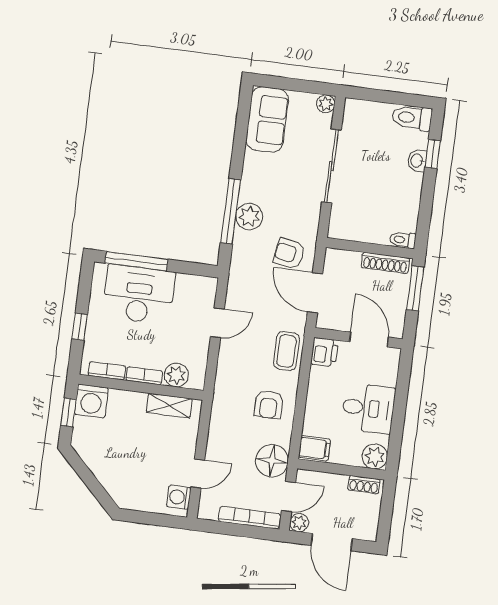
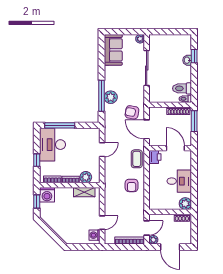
toilet: (412, 118) -> (182, 88), moved
desk: (139, 294) -> (52, 145), moved, turned -90
filing cabinet: (315, 448) -> (156, 203), removed
floor lamp: (272, 461) -> (137, 212), removed

